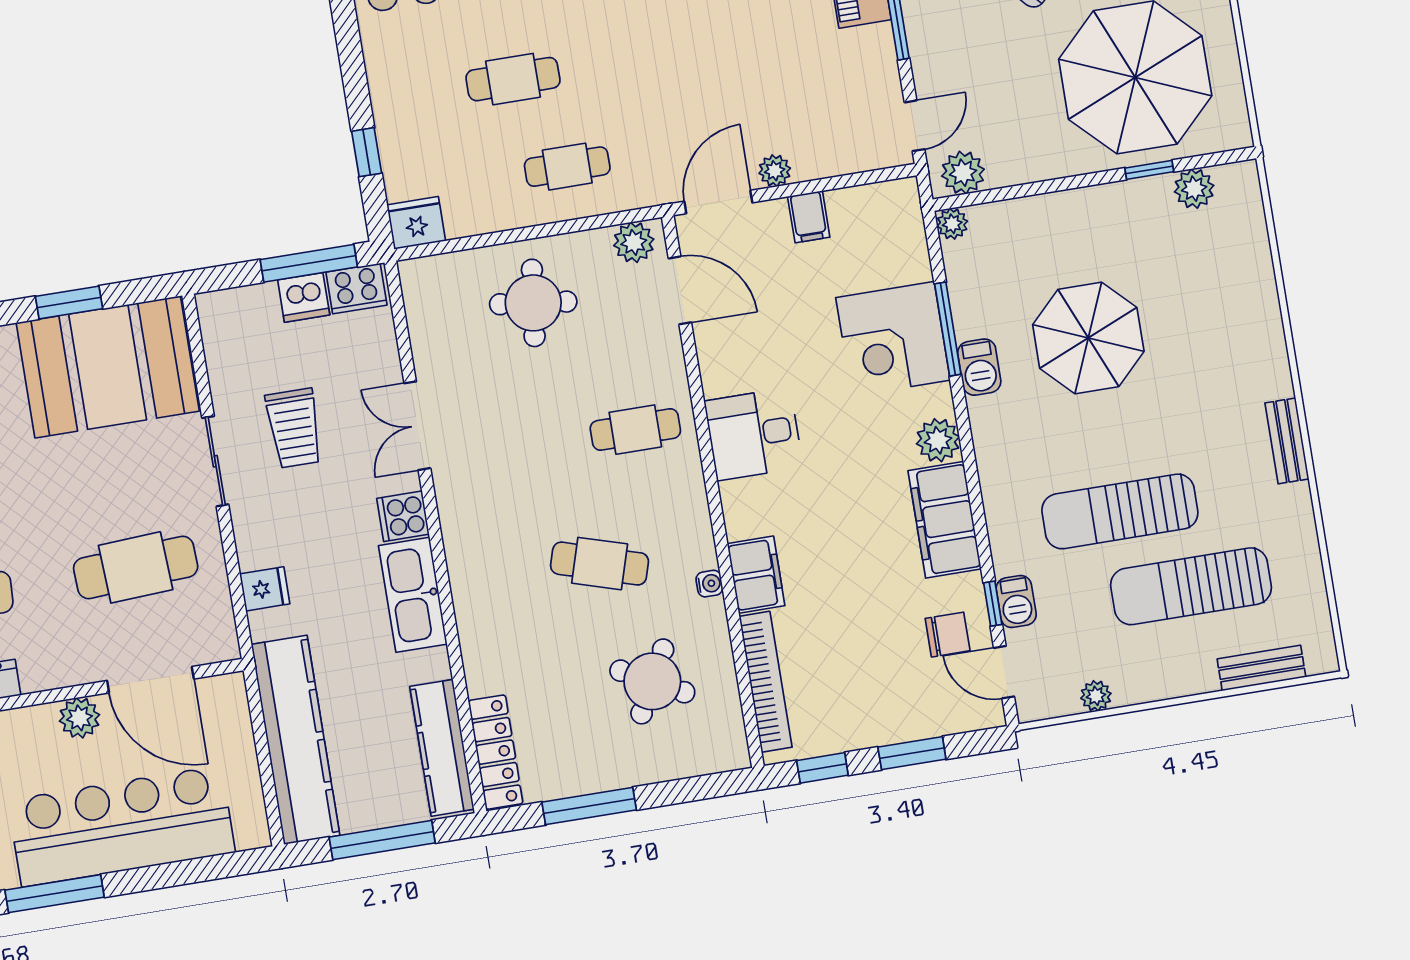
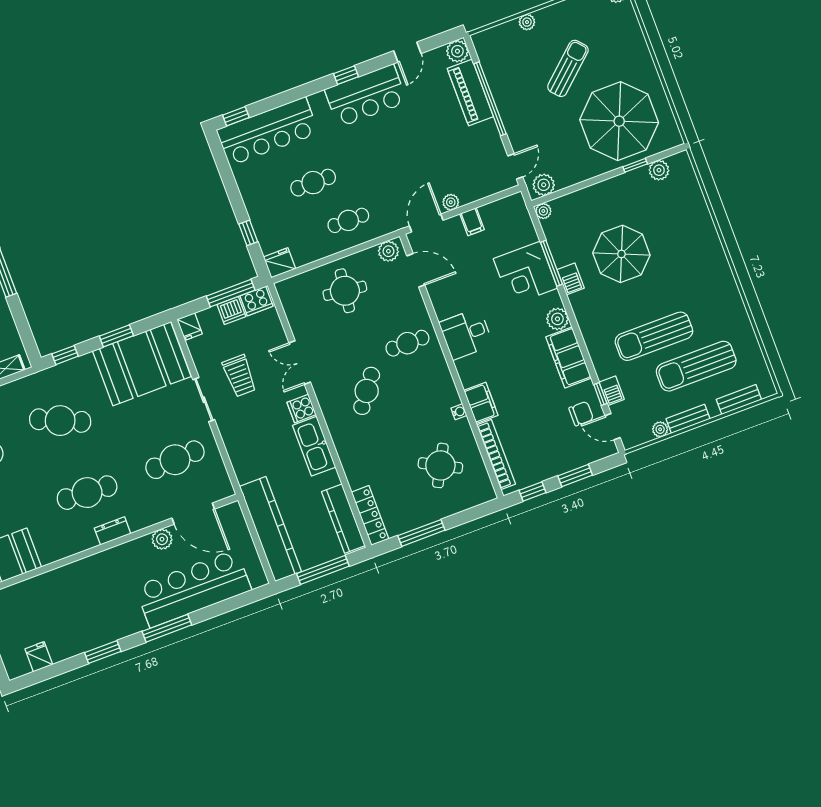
bench: (1287, 441) -> (688, 419), moved, turned 90
cafe table: (600, 564) -> (367, 391), moved, turned -70
fridge: (265, 589) -> (190, 327), moved, turned 90

